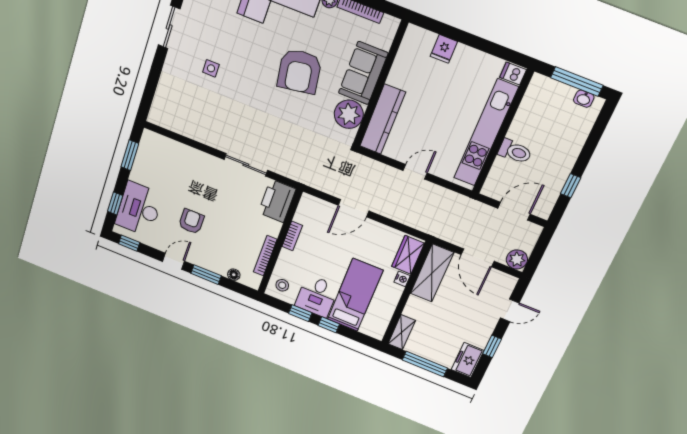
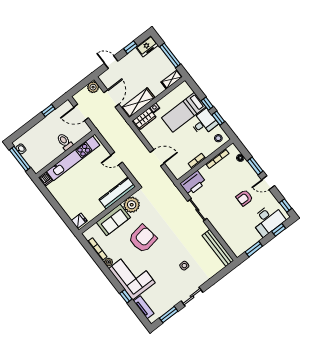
fridge: (444, 49) -> (79, 221), moved
bench: (180, 126) -> (218, 248), added

